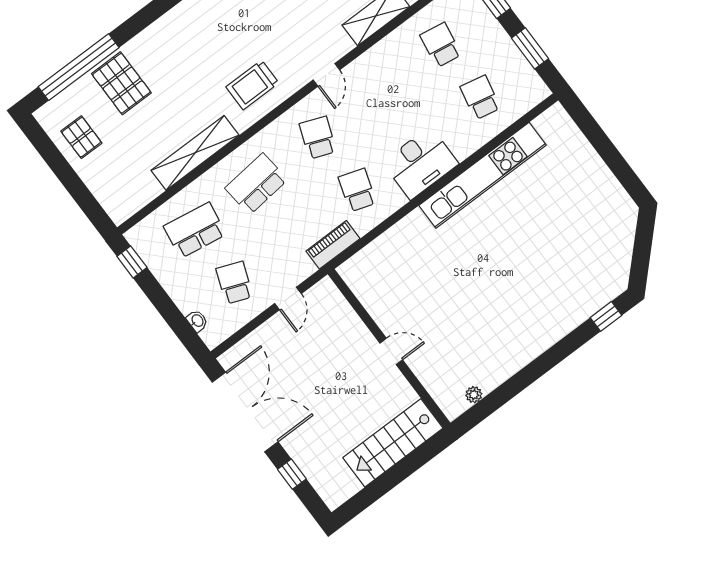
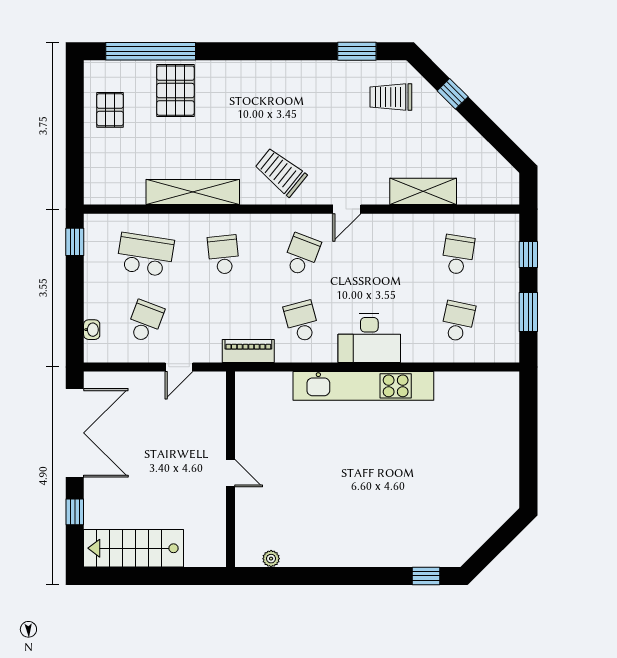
trolley: (252, 85) -> (281, 172), turned 39
kitchen unit: (483, 175) -> (363, 386), moved
school desk: (256, 184) -> (223, 255), width x0.54
school desk: (357, 190) -> (302, 321), turned -33
stairs: (393, 443) -> (134, 548), moved

